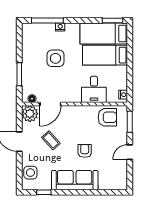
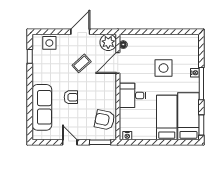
window: (47, 20) -> (201, 84), moved
window: (19, 74) -> (148, 32), removed
desk: (94, 89) -> (133, 95), moved
door: (50, 104) -> (118, 63), hinge flipped
armchair: (107, 117) -> (105, 120), turned 101
sofa: (75, 180) -> (42, 107), moved

